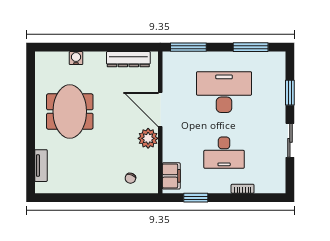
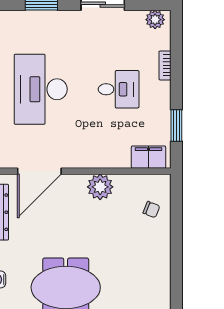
door: (160, 109) -> (39, 171), moved
desk: (224, 153) -> (119, 89), width x0.73
plant: (278, 181) -> (155, 20), added

